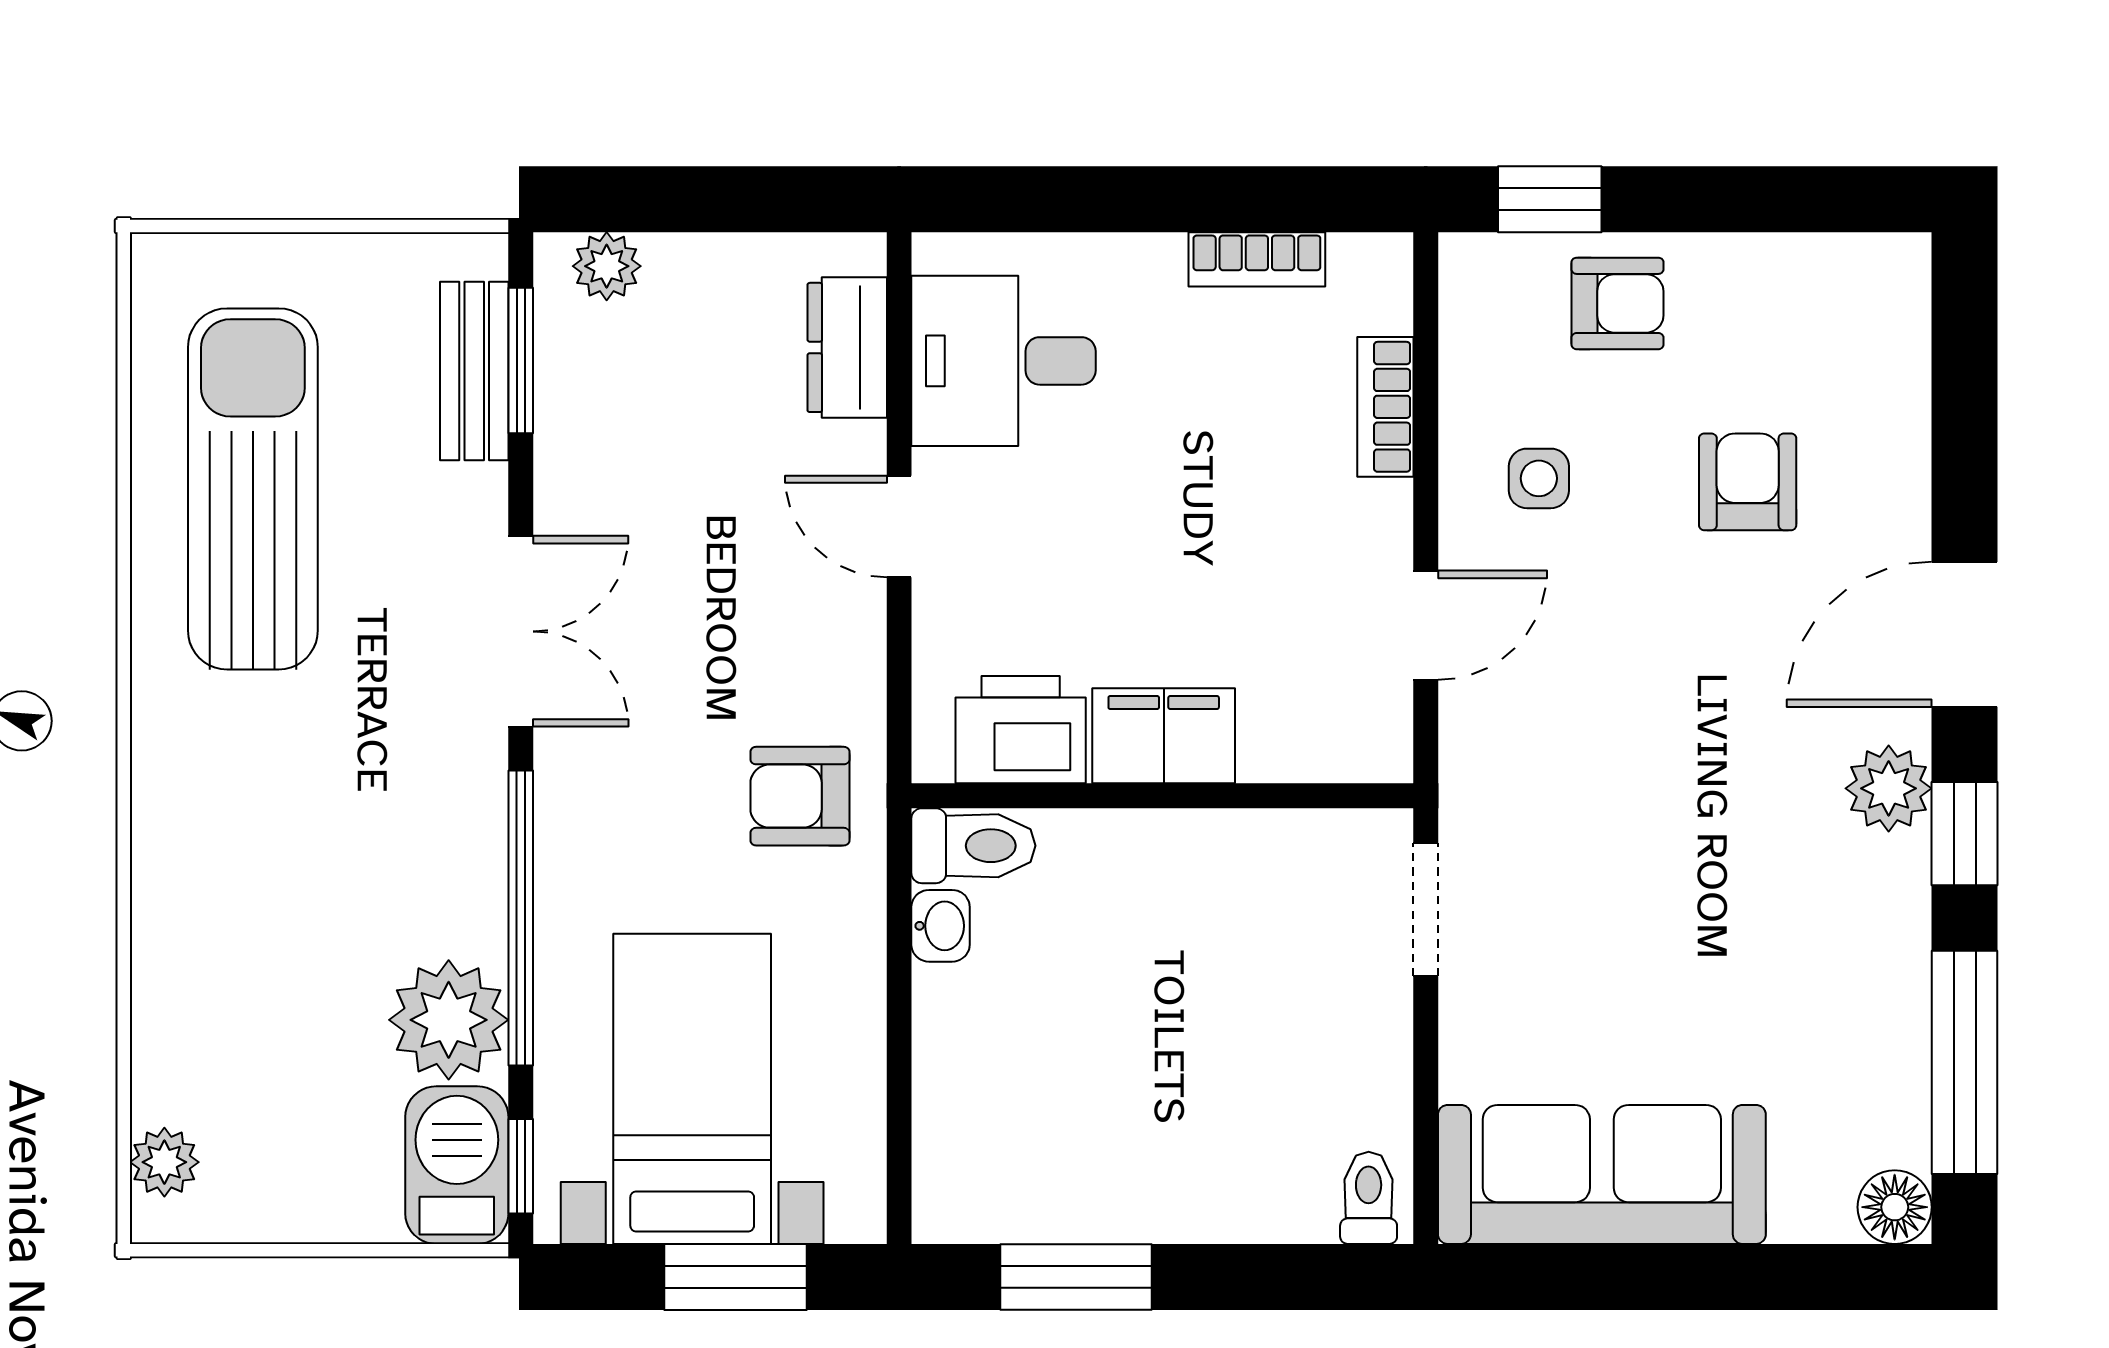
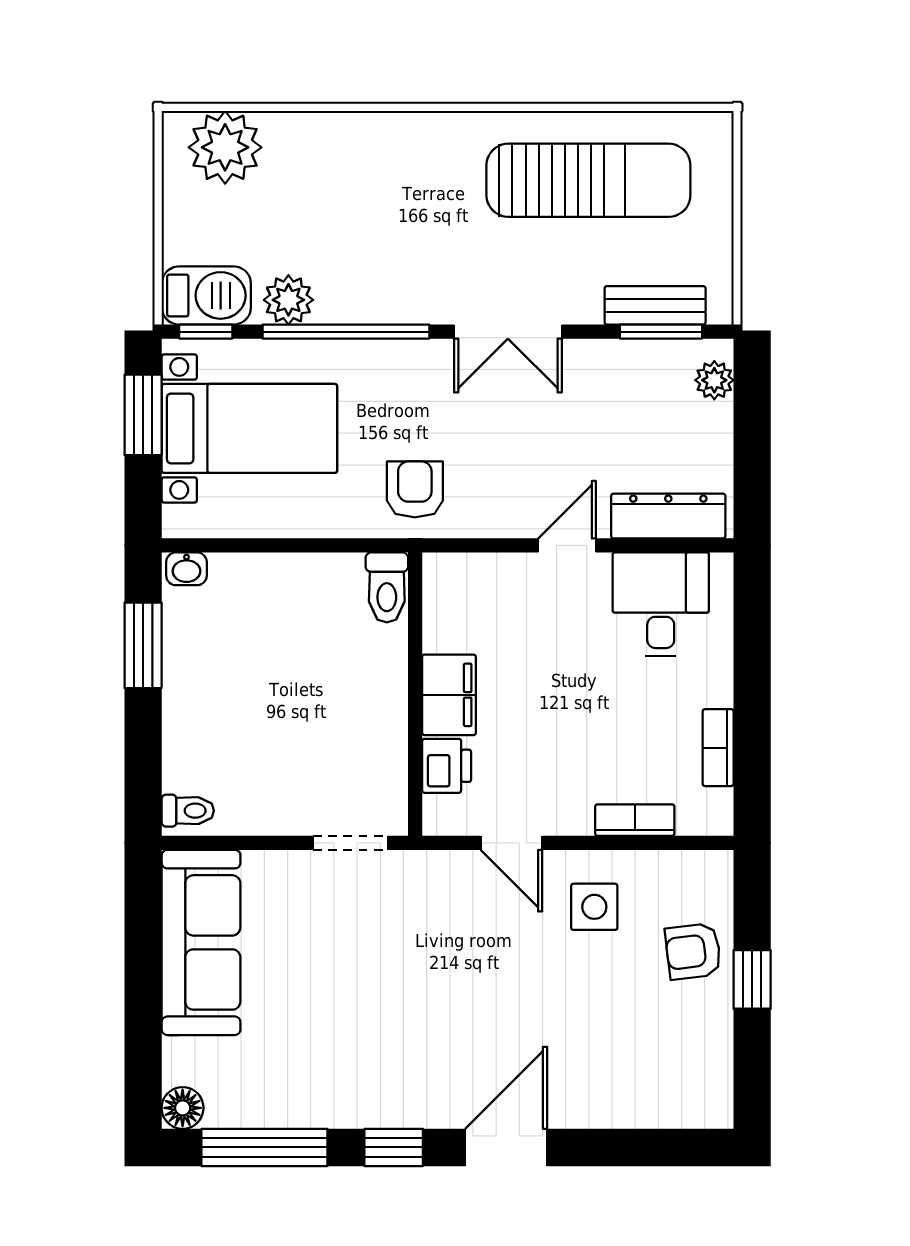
window: (1550, 199) -> (752, 979), moved
armchair: (1617, 303) -> (693, 951), turned 83
dresser: (847, 347) -> (668, 516), width x1.44
side table: (1539, 478) -> (594, 907), width x1.37, depth x1.37
armchair: (1748, 482) -> (592, 1025), removed
door: (1965, 634) -> (506, 1147), hinge flipped
printer: (1021, 730) -> (447, 766), moved, width x0.73, depth x0.81
plant: (1889, 788) -> (419, 1104), removed
washbasin: (941, 926) -> (186, 569), moved
plant: (449, 1020) -> (288, 300), width x0.73, depth x0.73
plant: (164, 1162) -> (225, 147), width x1.88, depth x1.88
window: (735, 1277) -> (143, 415), moved

